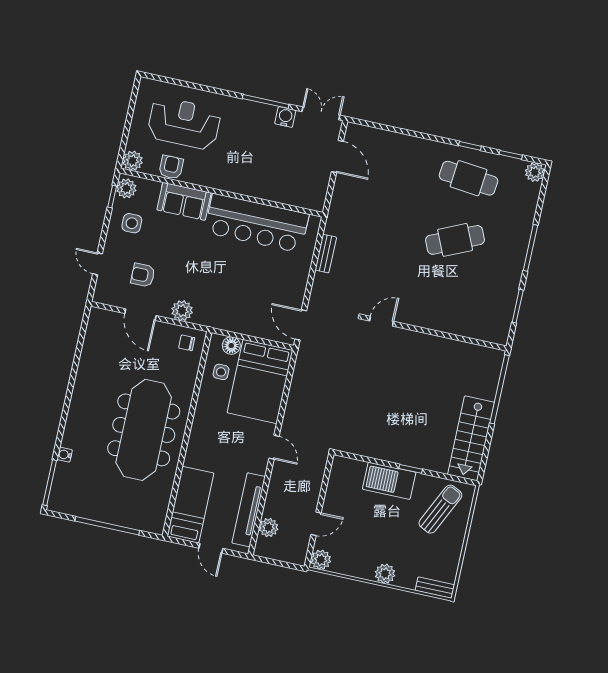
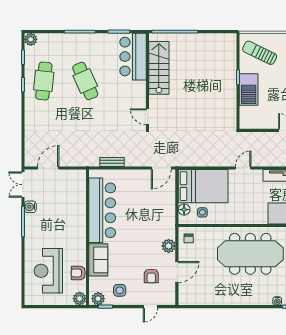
bar counter: (476, 319) -> (133, 57), added
stairs: (471, 438) -> (159, 68), moved, turned -90

